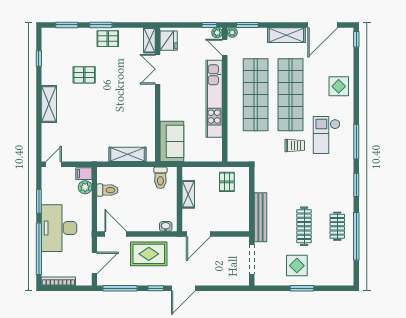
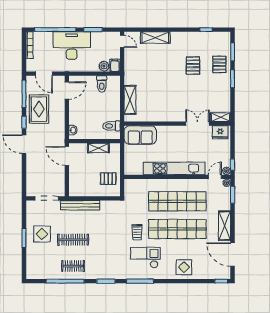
pallet: (108, 39) -> (219, 64), moved
shelving: (49, 104) -> (155, 38), moved
rug: (149, 254) -> (39, 109), moved

